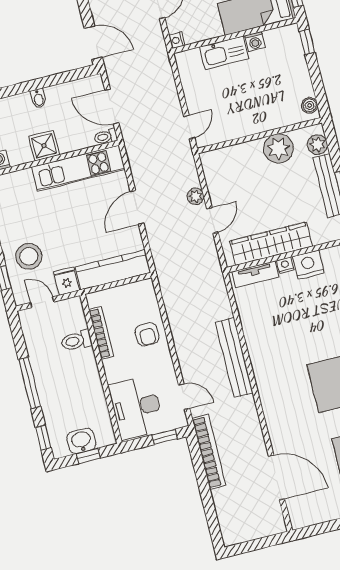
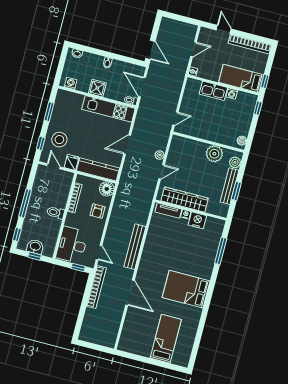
floor lamp: (143, 293) -> (107, 189), added
toilet: (76, 341) -> (56, 213), moved
door: (277, 477) -> (130, 293), moved

